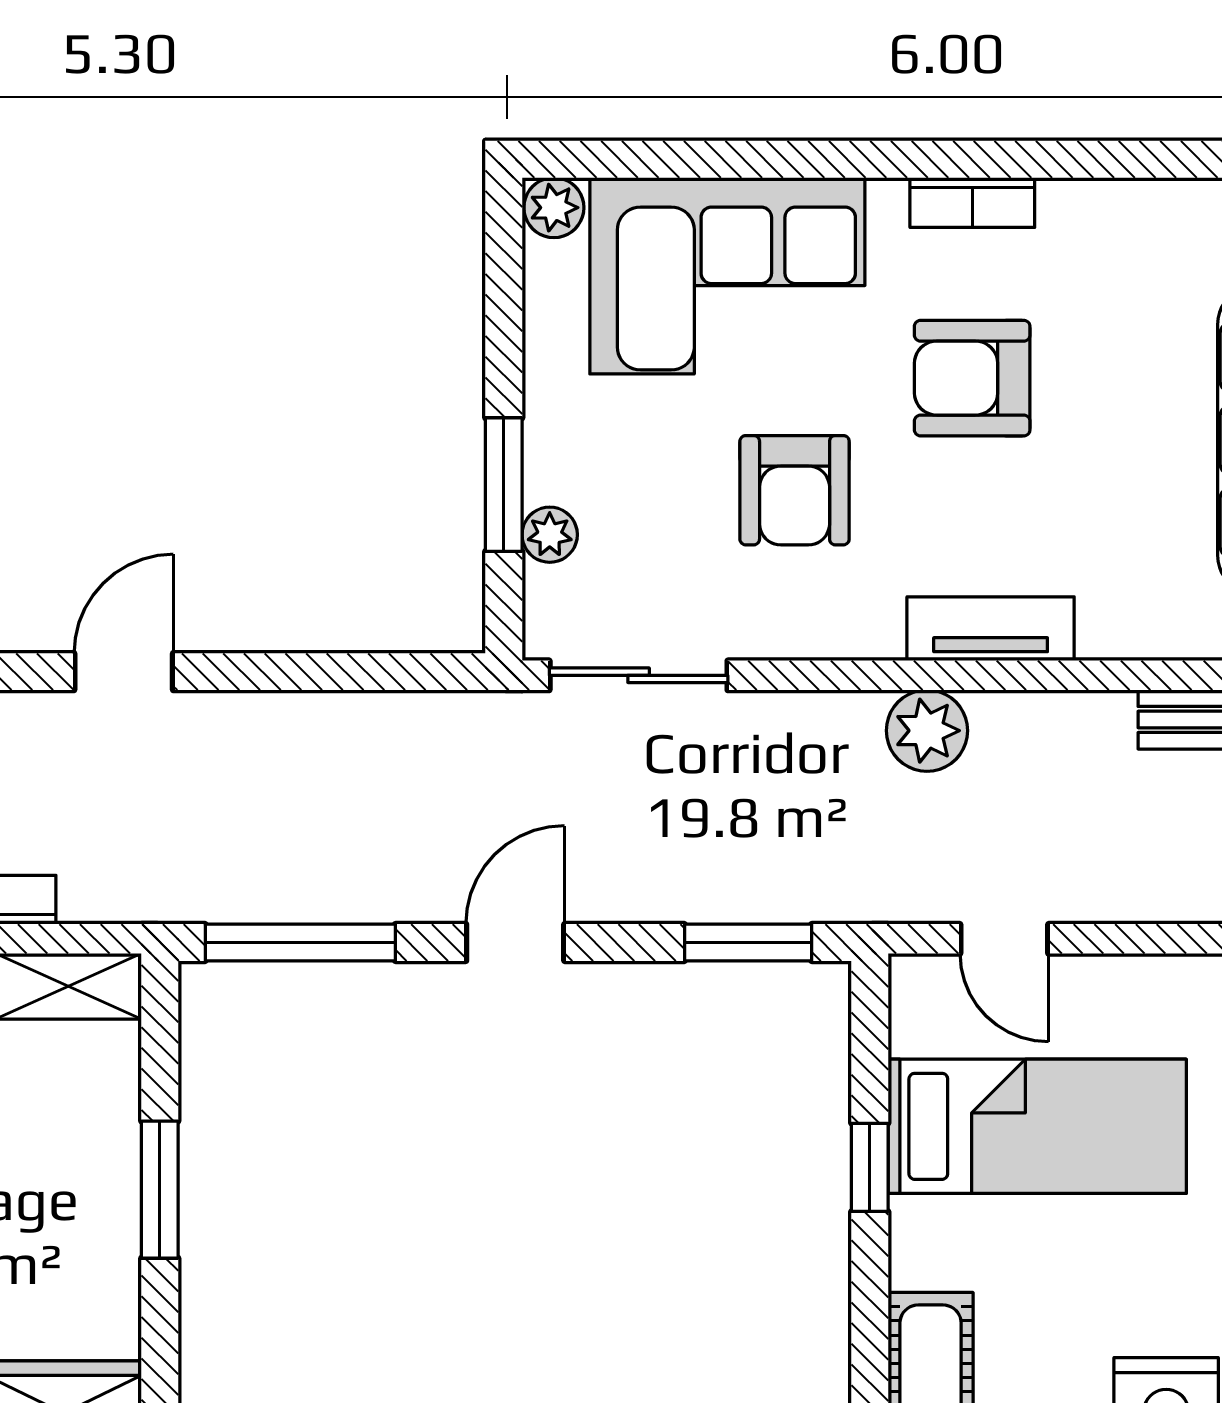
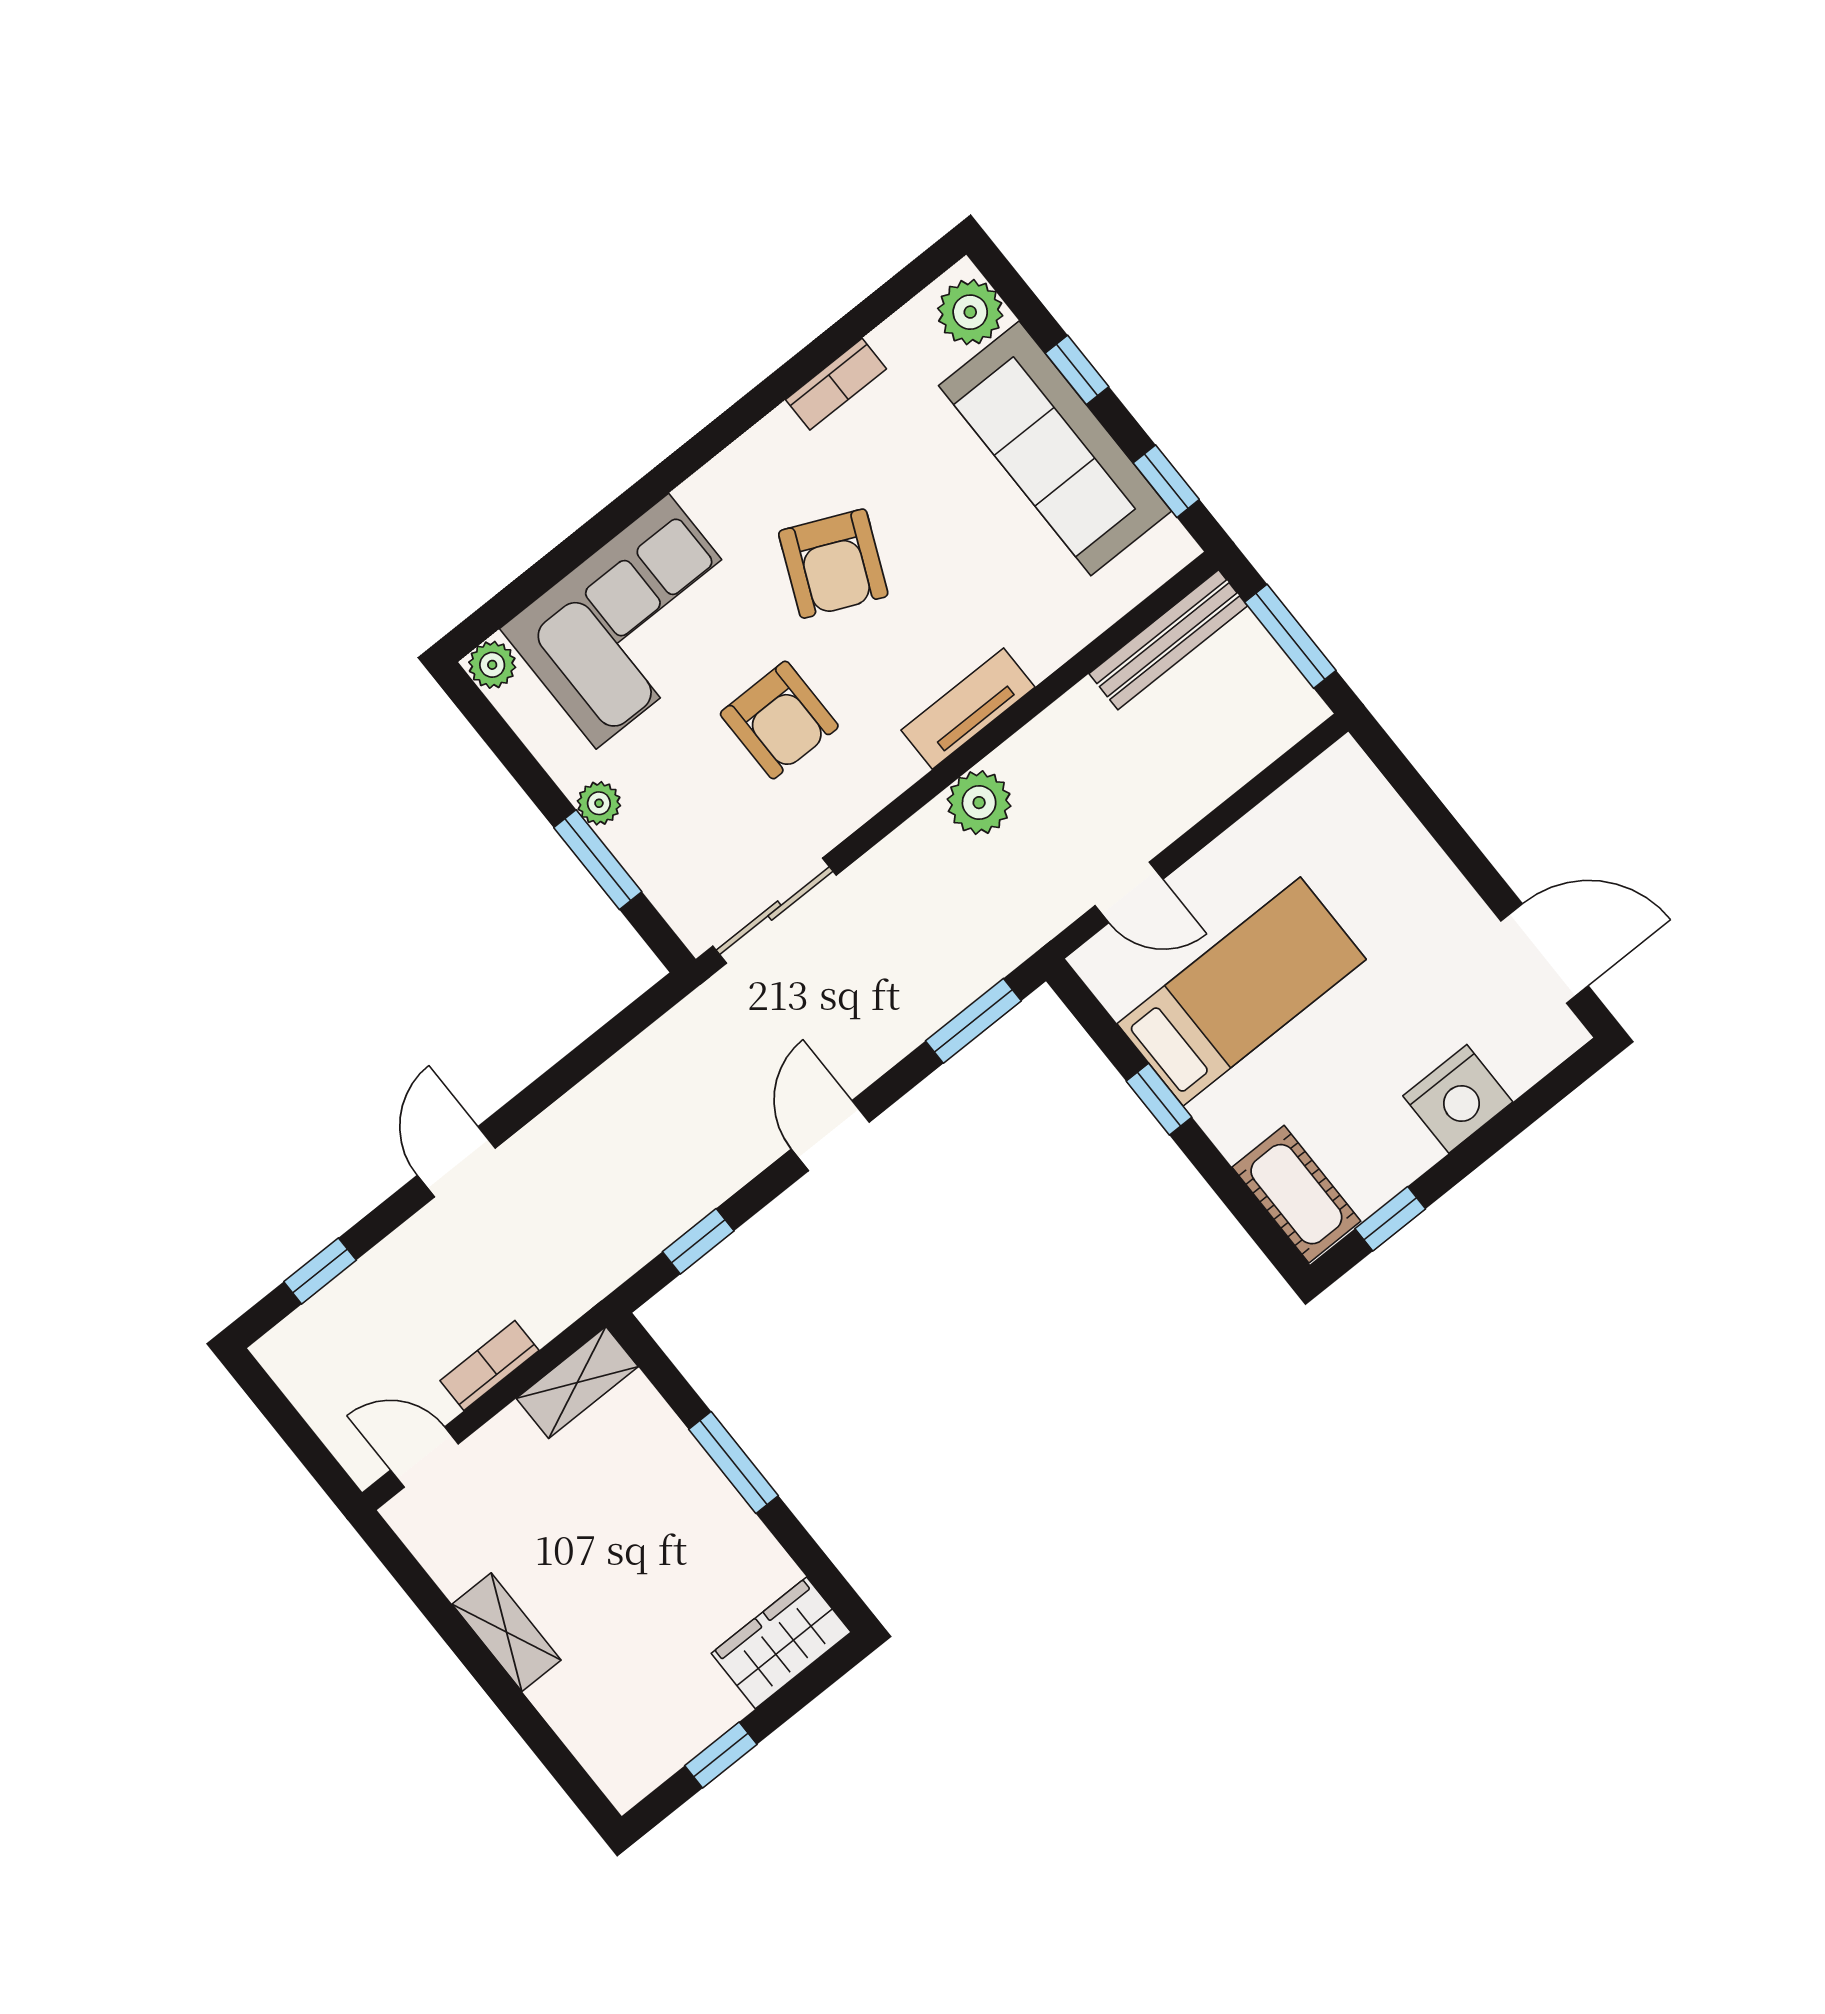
bookcase: (972, 202) -> (836, 384), moved
armchair: (972, 378) -> (833, 564), turned -66
plant: (550, 535) -> (599, 803), moved
window: (300, 942) -> (698, 1241), width x0.46

